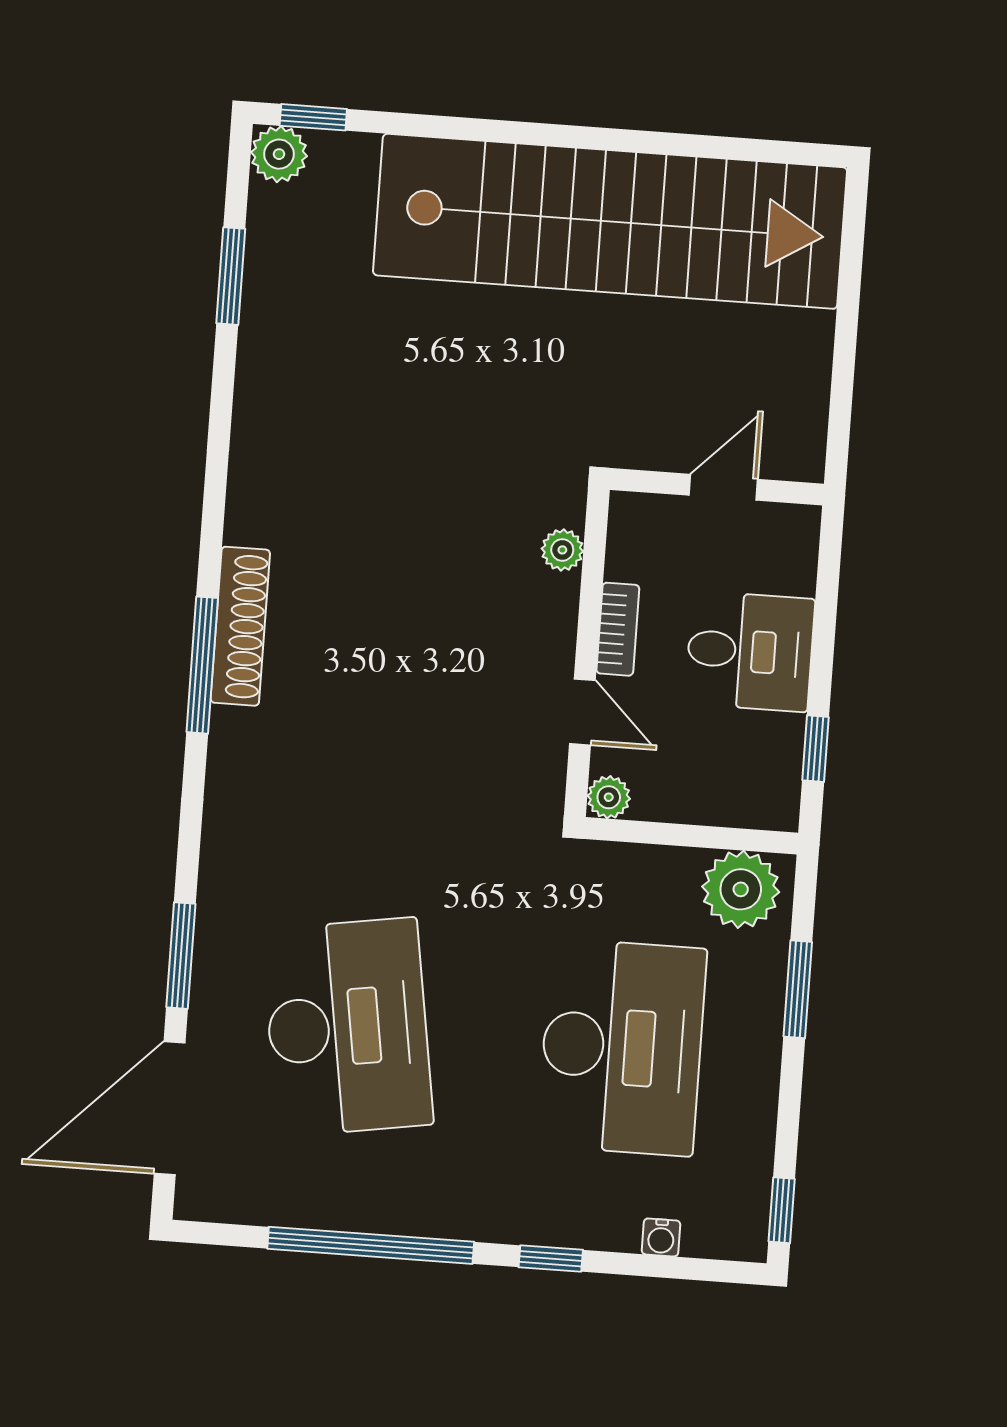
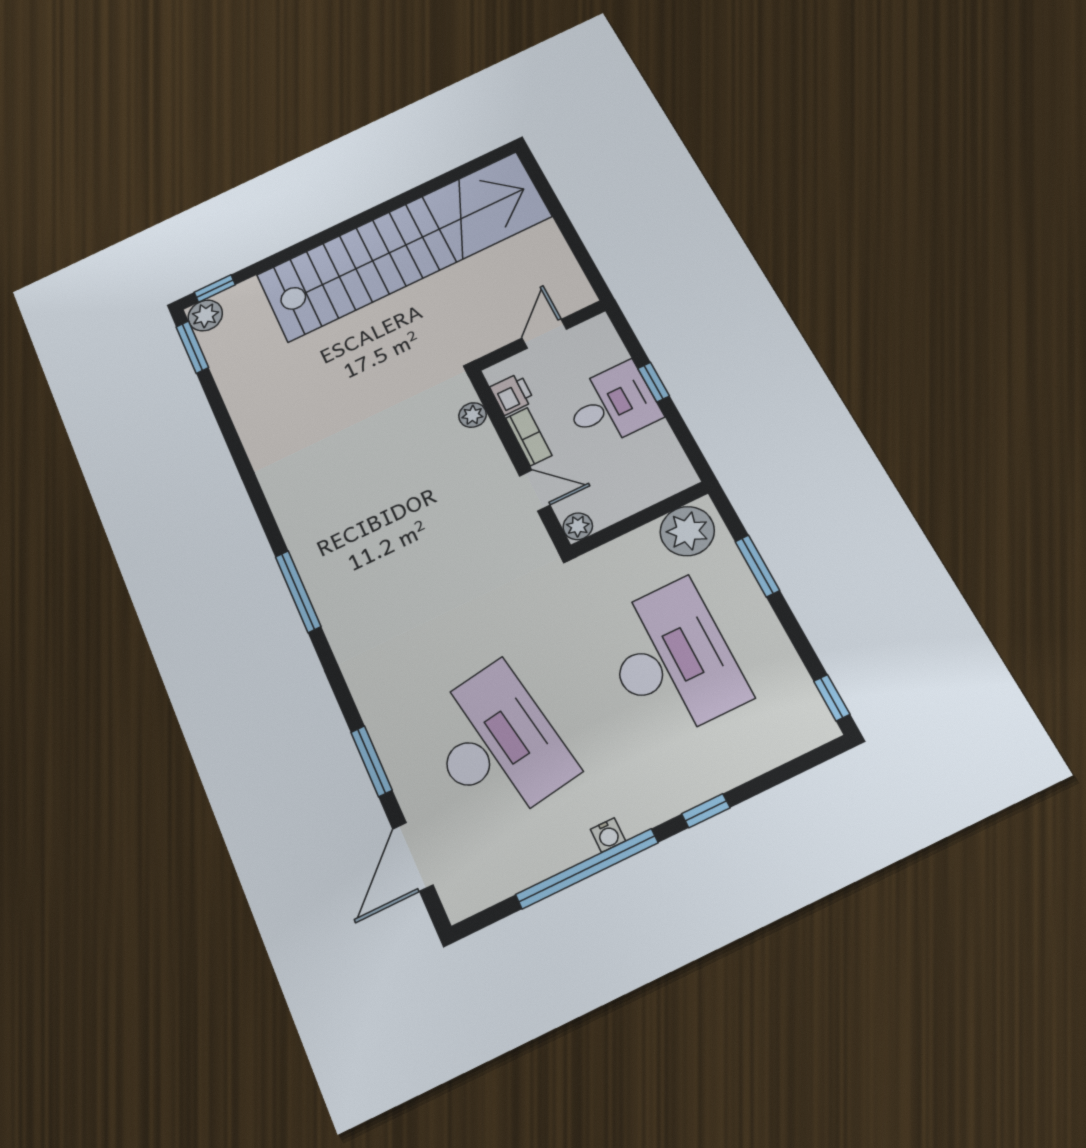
window: (231, 276) -> (192, 347), moved
printer: (631, 552) -> (512, 394), added
shoe rack: (240, 626) -> (309, 558), removed
window: (815, 749) -> (654, 382), moved
door: (170, 1108) -> (413, 857), width x0.73
water cooler: (661, 1237) -> (608, 835), moved

